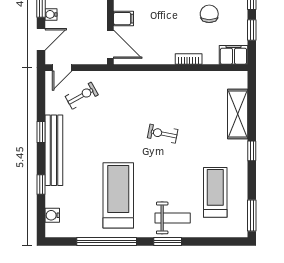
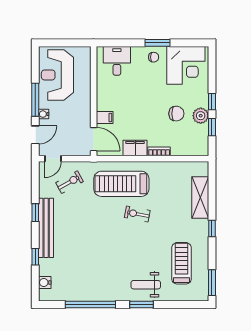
chair: (209, 14) -> (176, 114), turned 90
plant: (238, 16) -> (201, 116), added
filing cabinet: (233, 55) -> (135, 148), moved
treadmill: (118, 195) -> (121, 184), moved, turned -90
weight bench: (173, 218) -> (146, 285), turned 180

